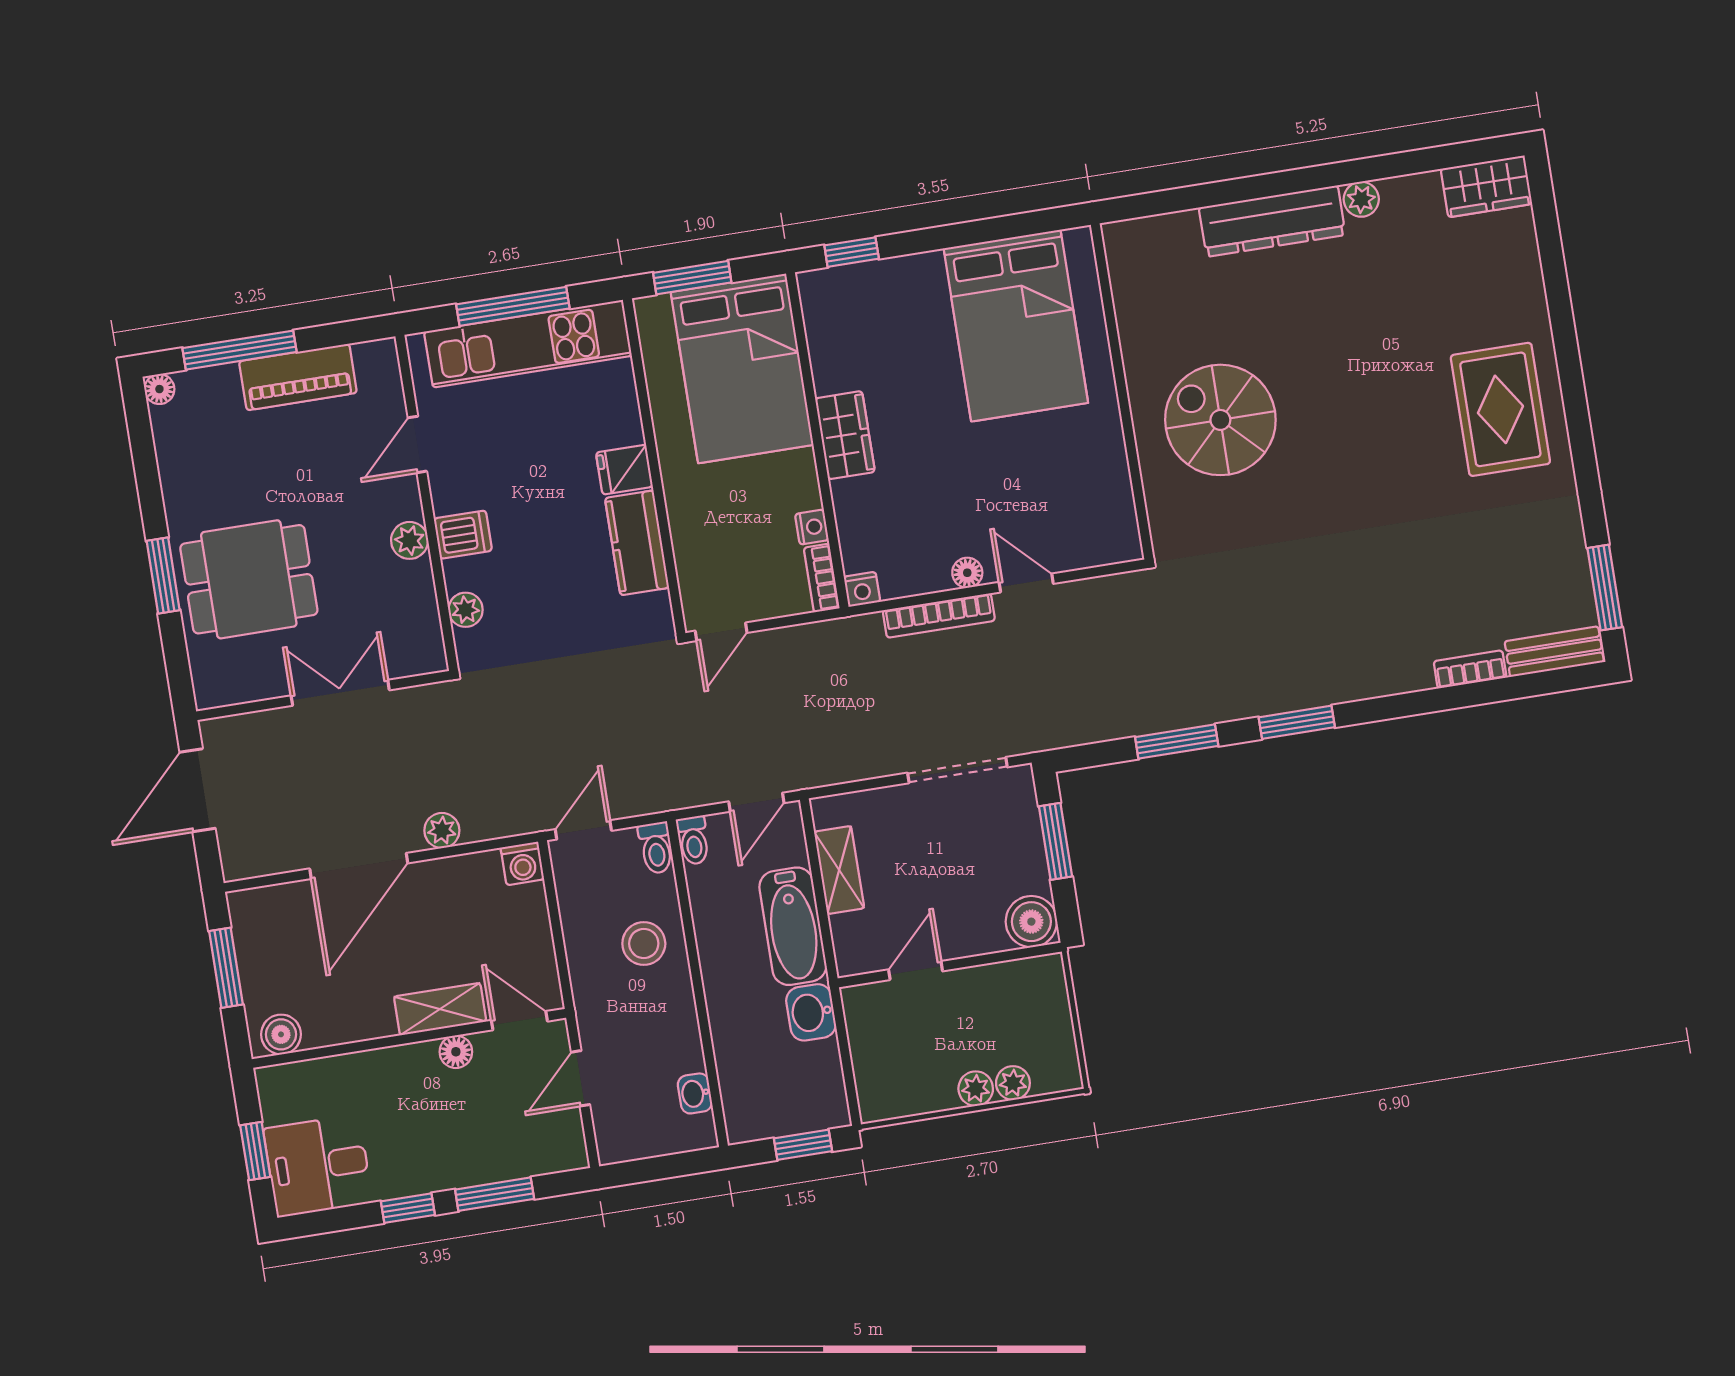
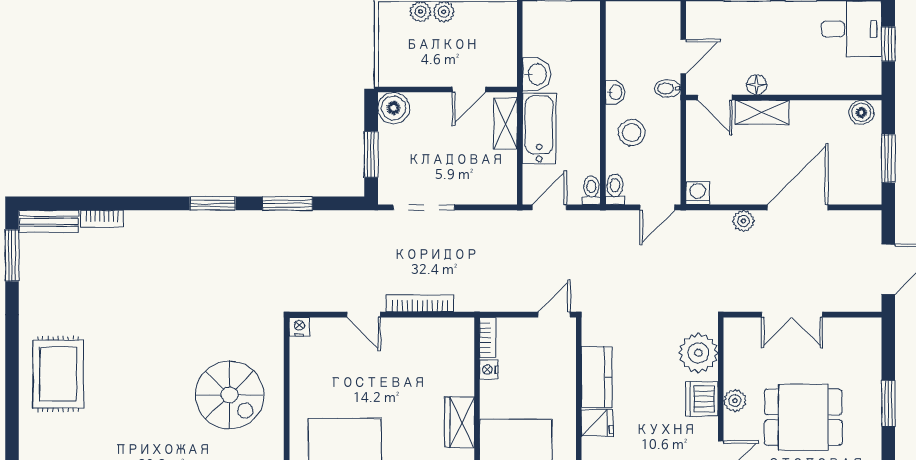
dishwasher: (463, 535) -> (702, 399), width x1.38
floor lamp: (967, 573) -> (399, 327), removed
dining table: (249, 579) -> (803, 417), moved
nightstand: (862, 589) -> (299, 327), moved
plant: (466, 610) -> (698, 353), width x1.88, depth x1.88
shelving: (839, 870) -> (506, 123), moved
bidet: (597, 1023) -> (668, 88), added
washbasin: (695, 1093) -> (615, 92), moved

